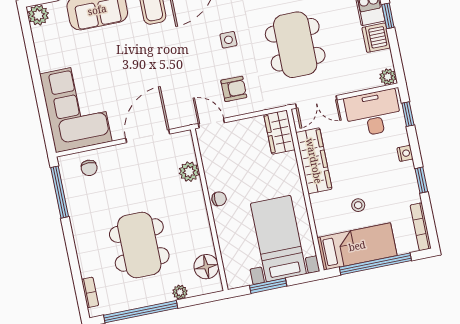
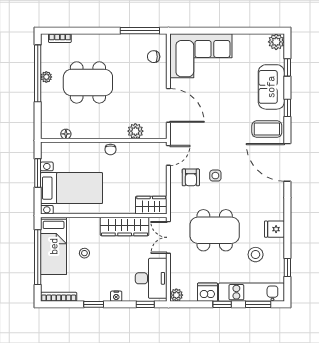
side table: (228, 40) -> (215, 176), moved
floor lamp: (206, 267) -> (66, 134), width x0.53, depth x0.53
plant: (180, 292) -> (46, 77), moved

